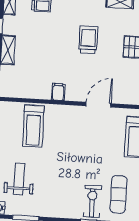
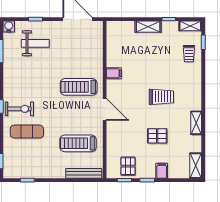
treadmill: (33, 126) -> (79, 87), moved

